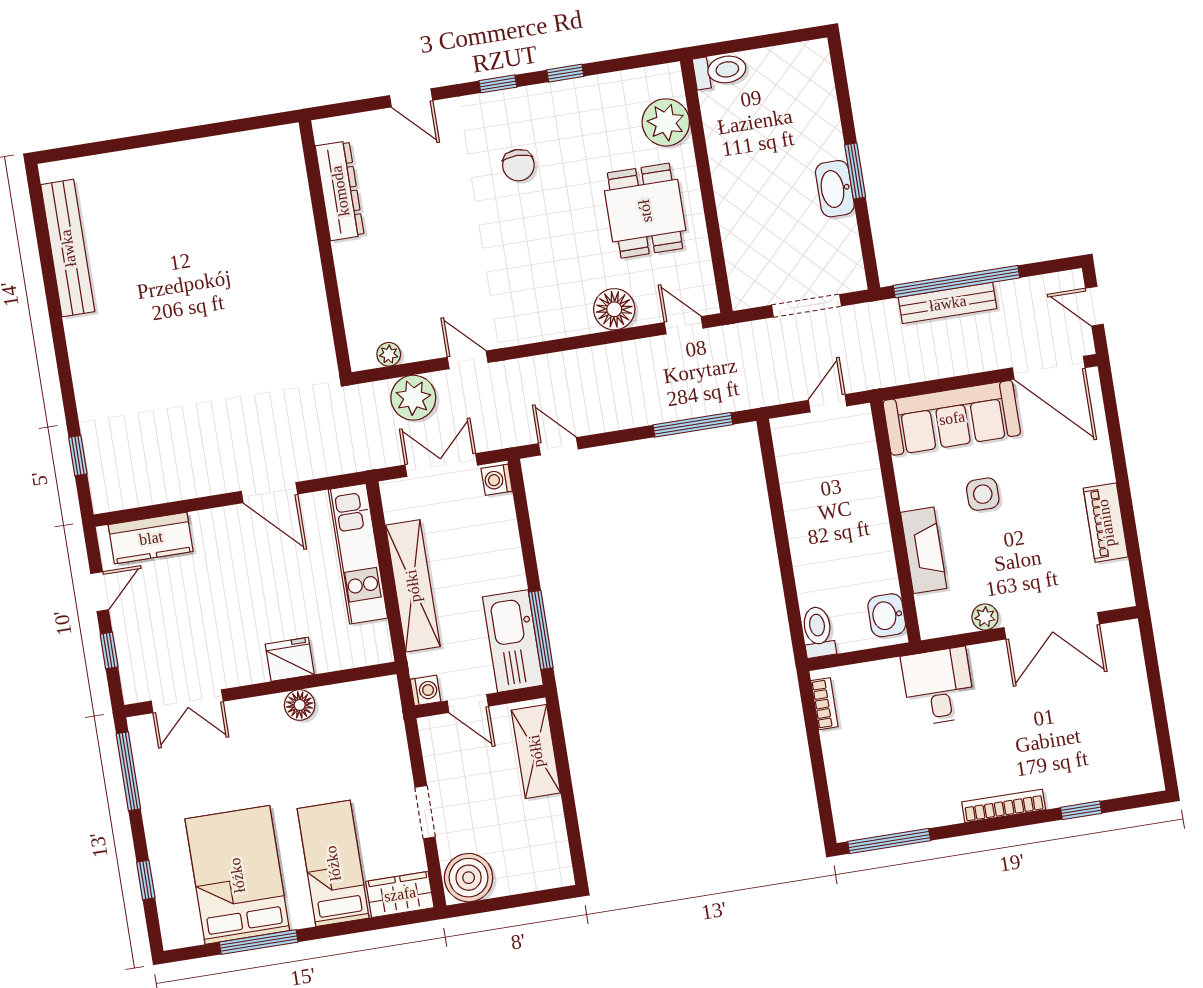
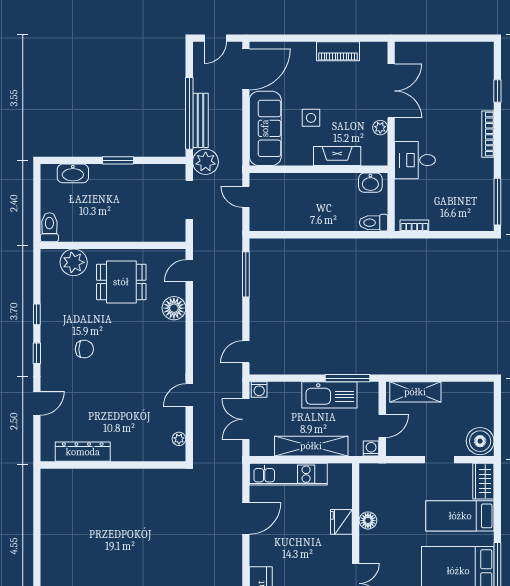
washbasin: (835, 189) -> (73, 173), moved
plant: (413, 398) -> (206, 162), moved
kitchen sink: (513, 641) -> (329, 395), moved

